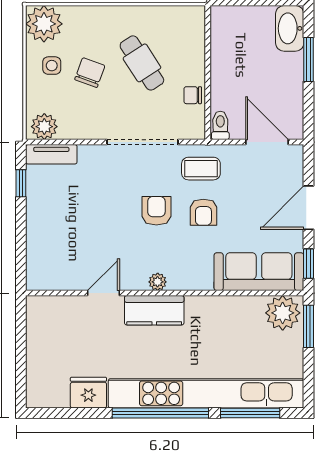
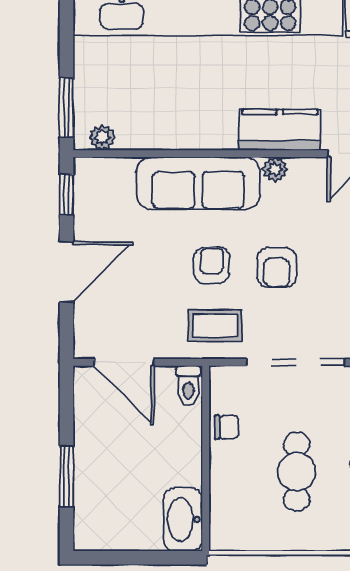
washbasin: (290, 28) -> (183, 519), moved, turned 180
cafe table: (142, 63) -> (297, 472), turned 33
sofa: (259, 272) -> (198, 183), moved
plant: (283, 313) -> (102, 137), width x0.53, depth x0.53

